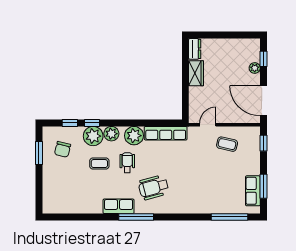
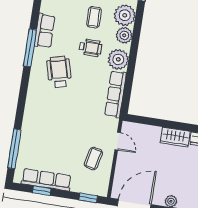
window: (92, 123) -> (139, 16), removed
window: (263, 186) -> (42, 191), width x0.67
row of seats: (253, 191) -> (46, 180), width x1.48

